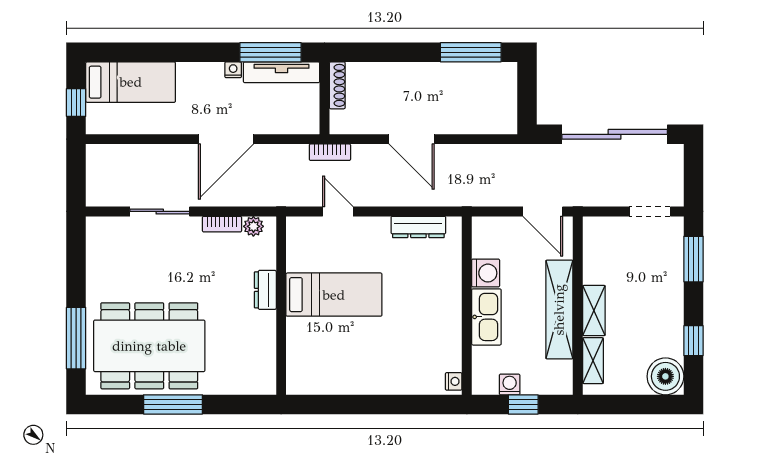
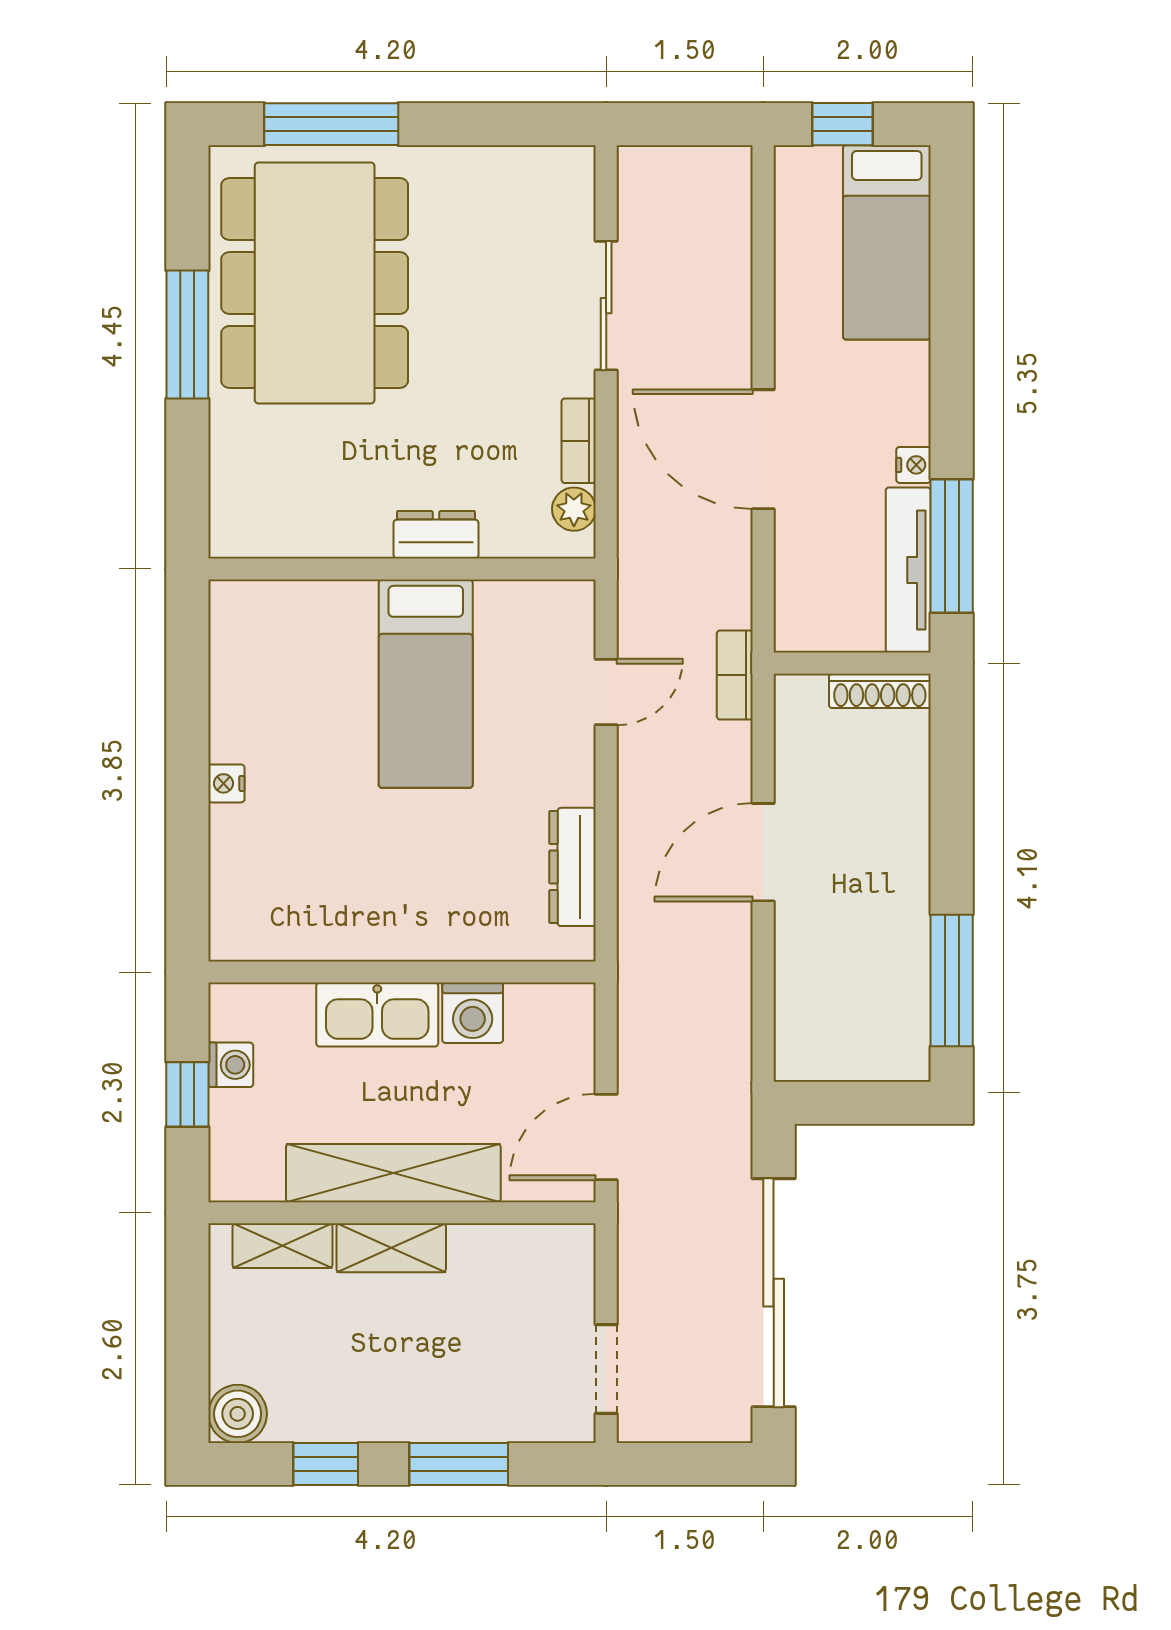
window: (694, 259) -> (459, 1464), moved
boiler: (665, 376) -> (238, 1414), width x0.73, depth x0.73
nightstand: (454, 381) -> (226, 783), moved, turned 90

